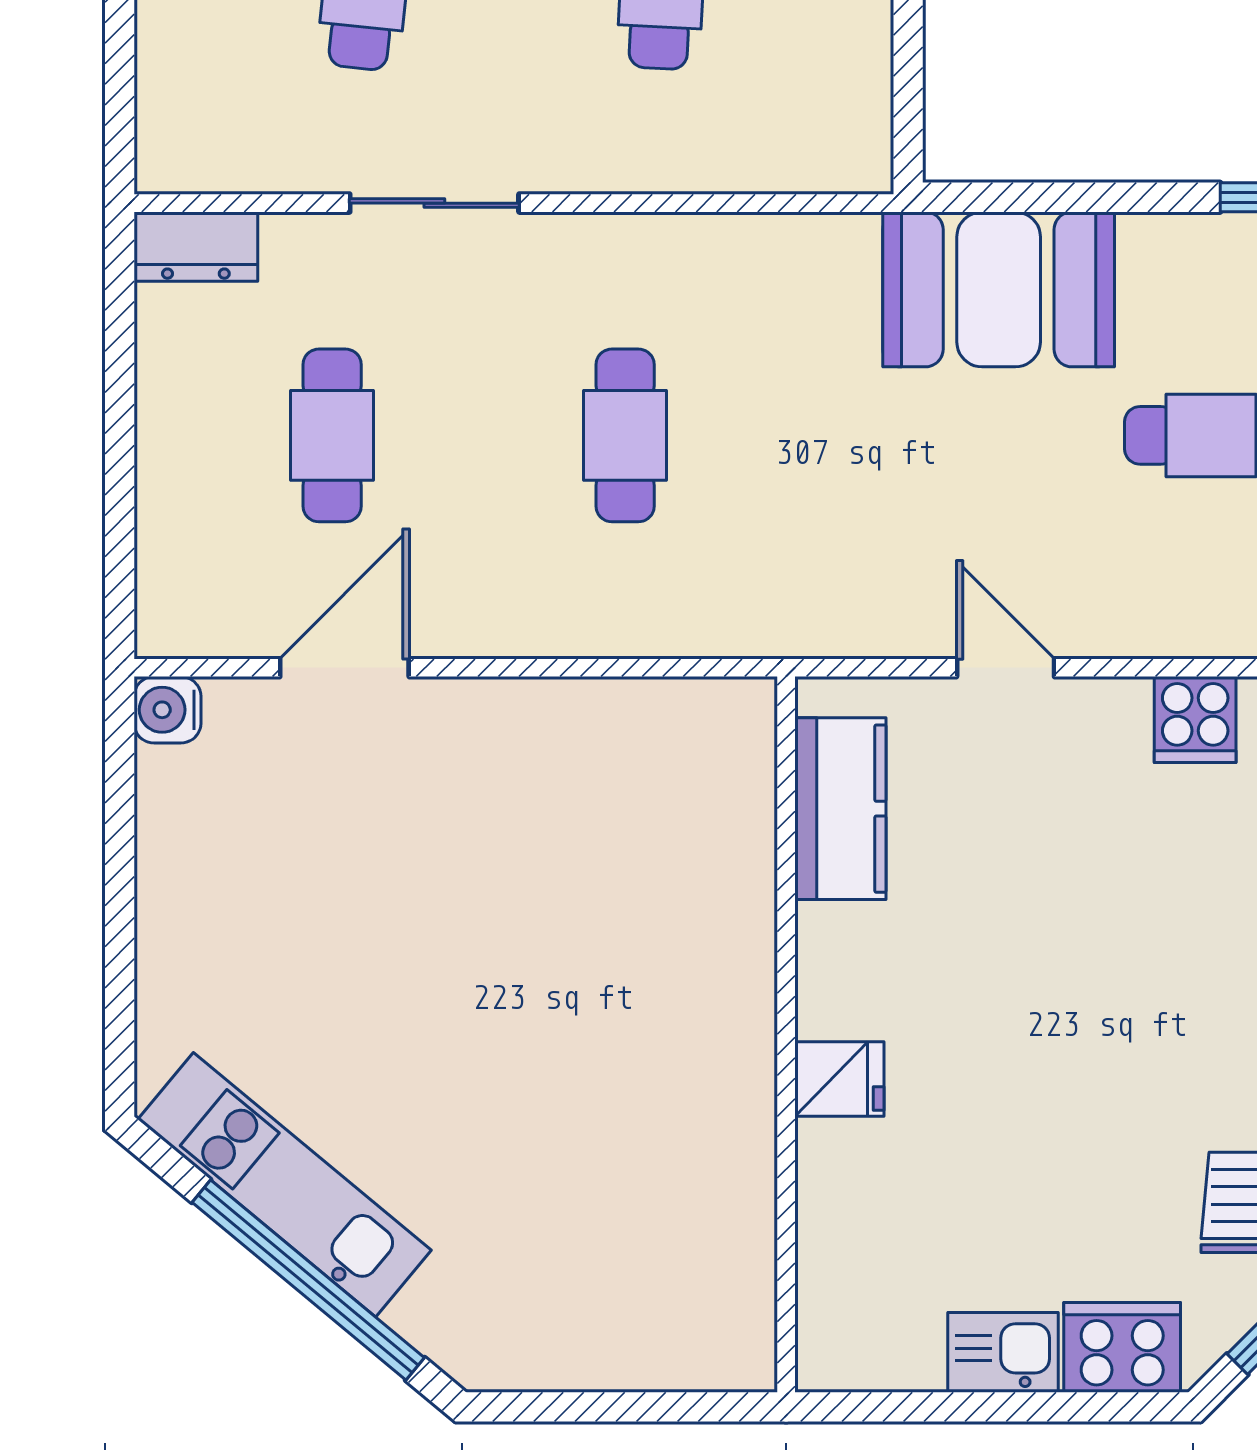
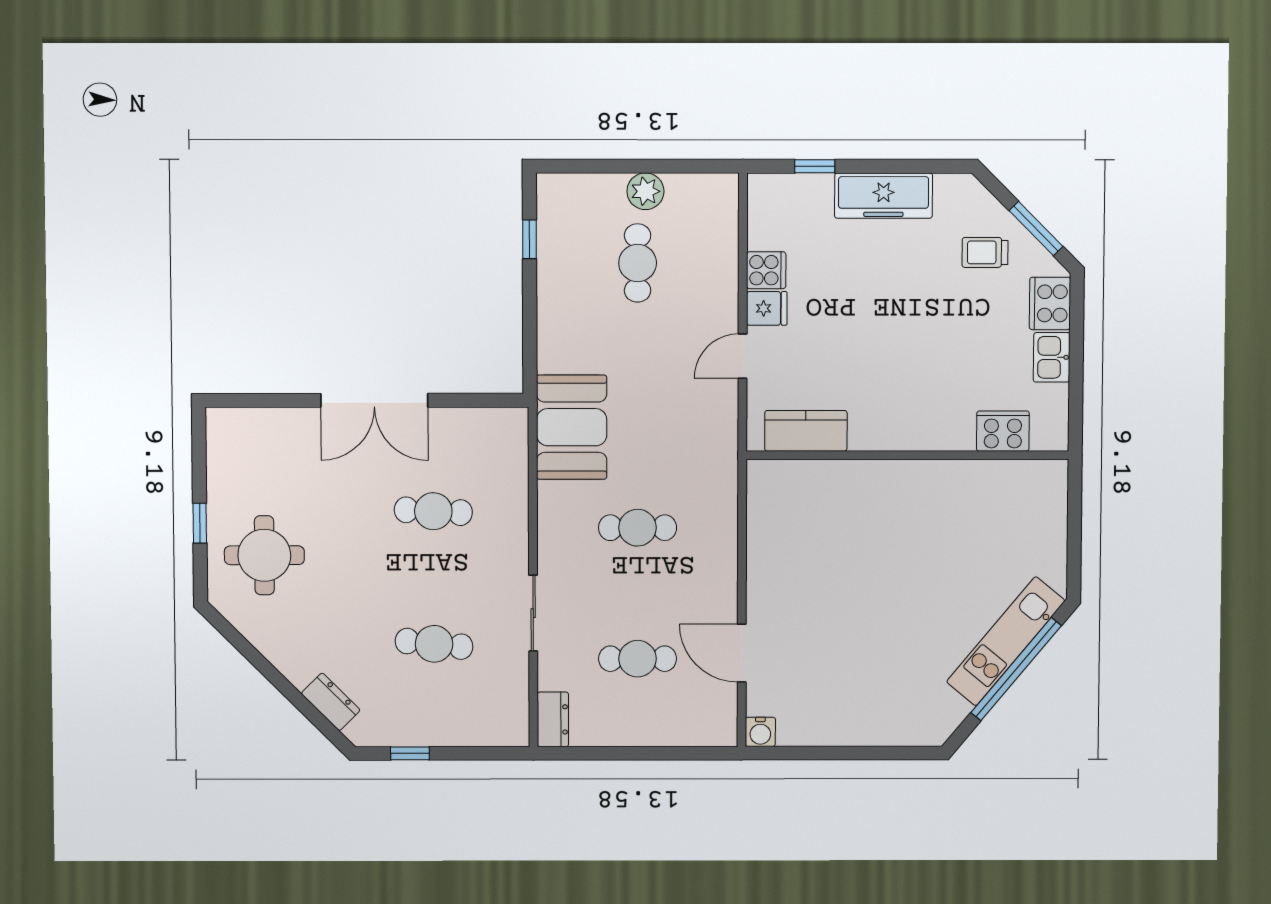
booth: (999, 289) -> (572, 427), moved
fridge: (839, 1079) -> (767, 308), moved, turned 90
kitchen unit: (284, 1185) -> (1006, 641), moved
cooker: (840, 1246) -> (1003, 431), added

